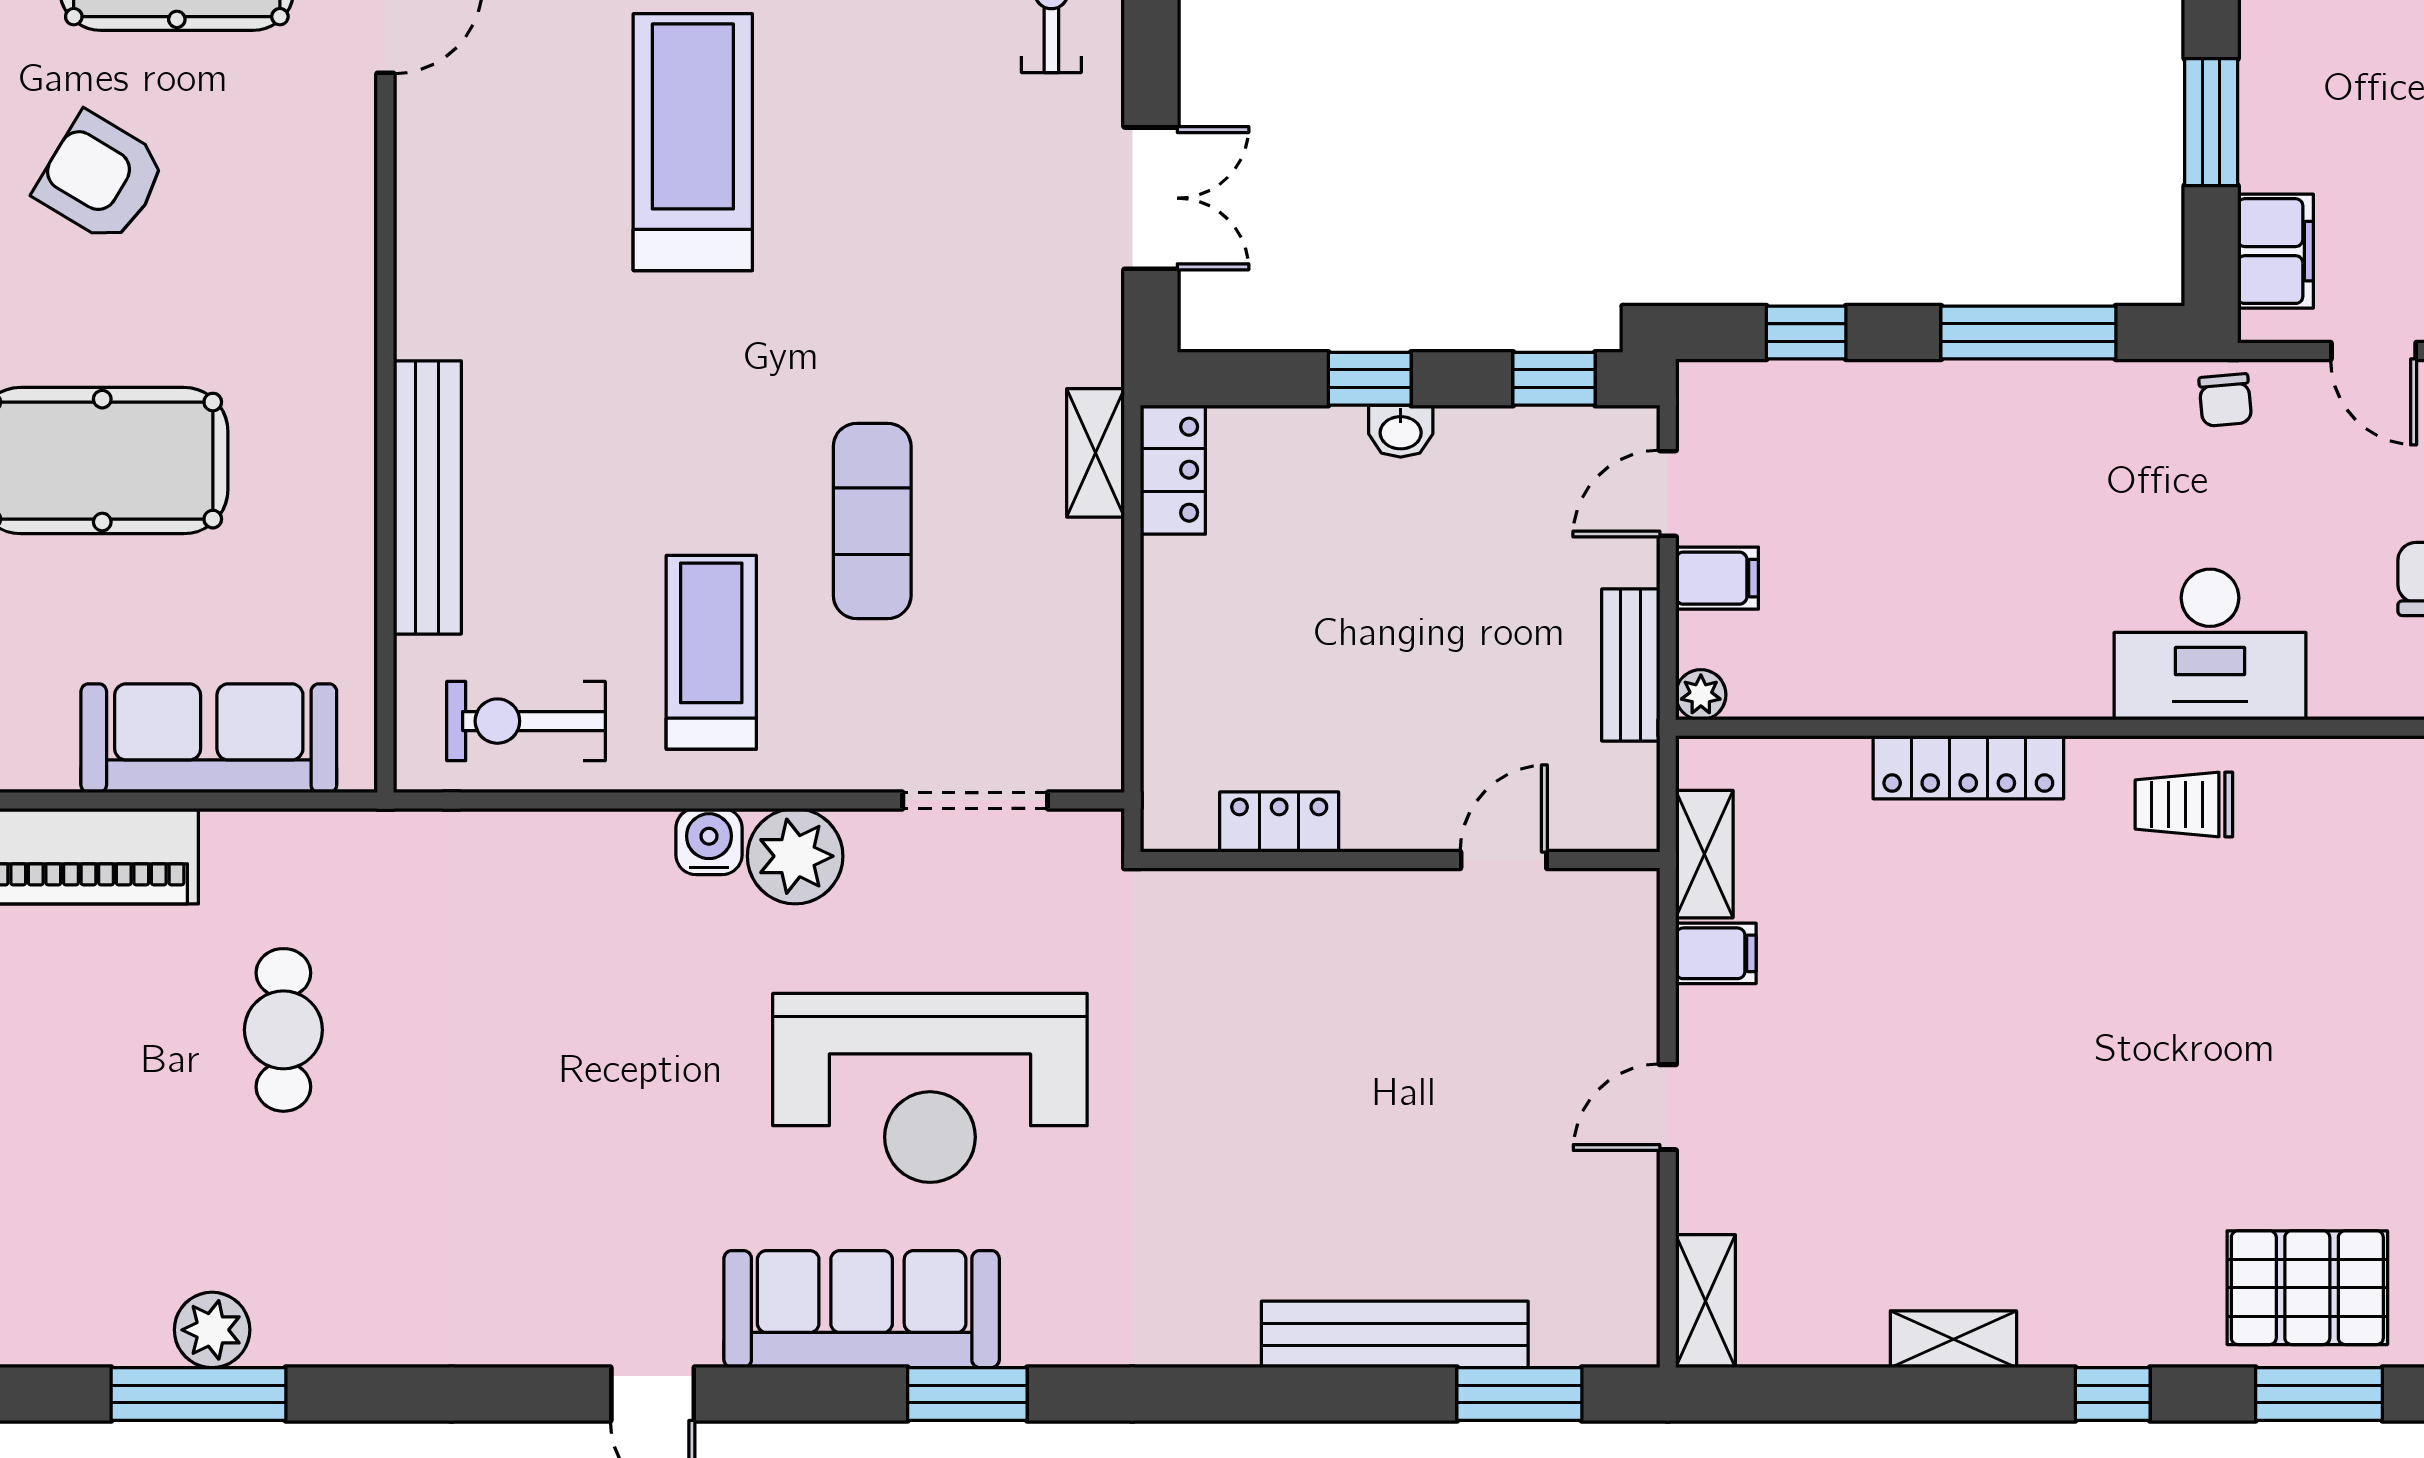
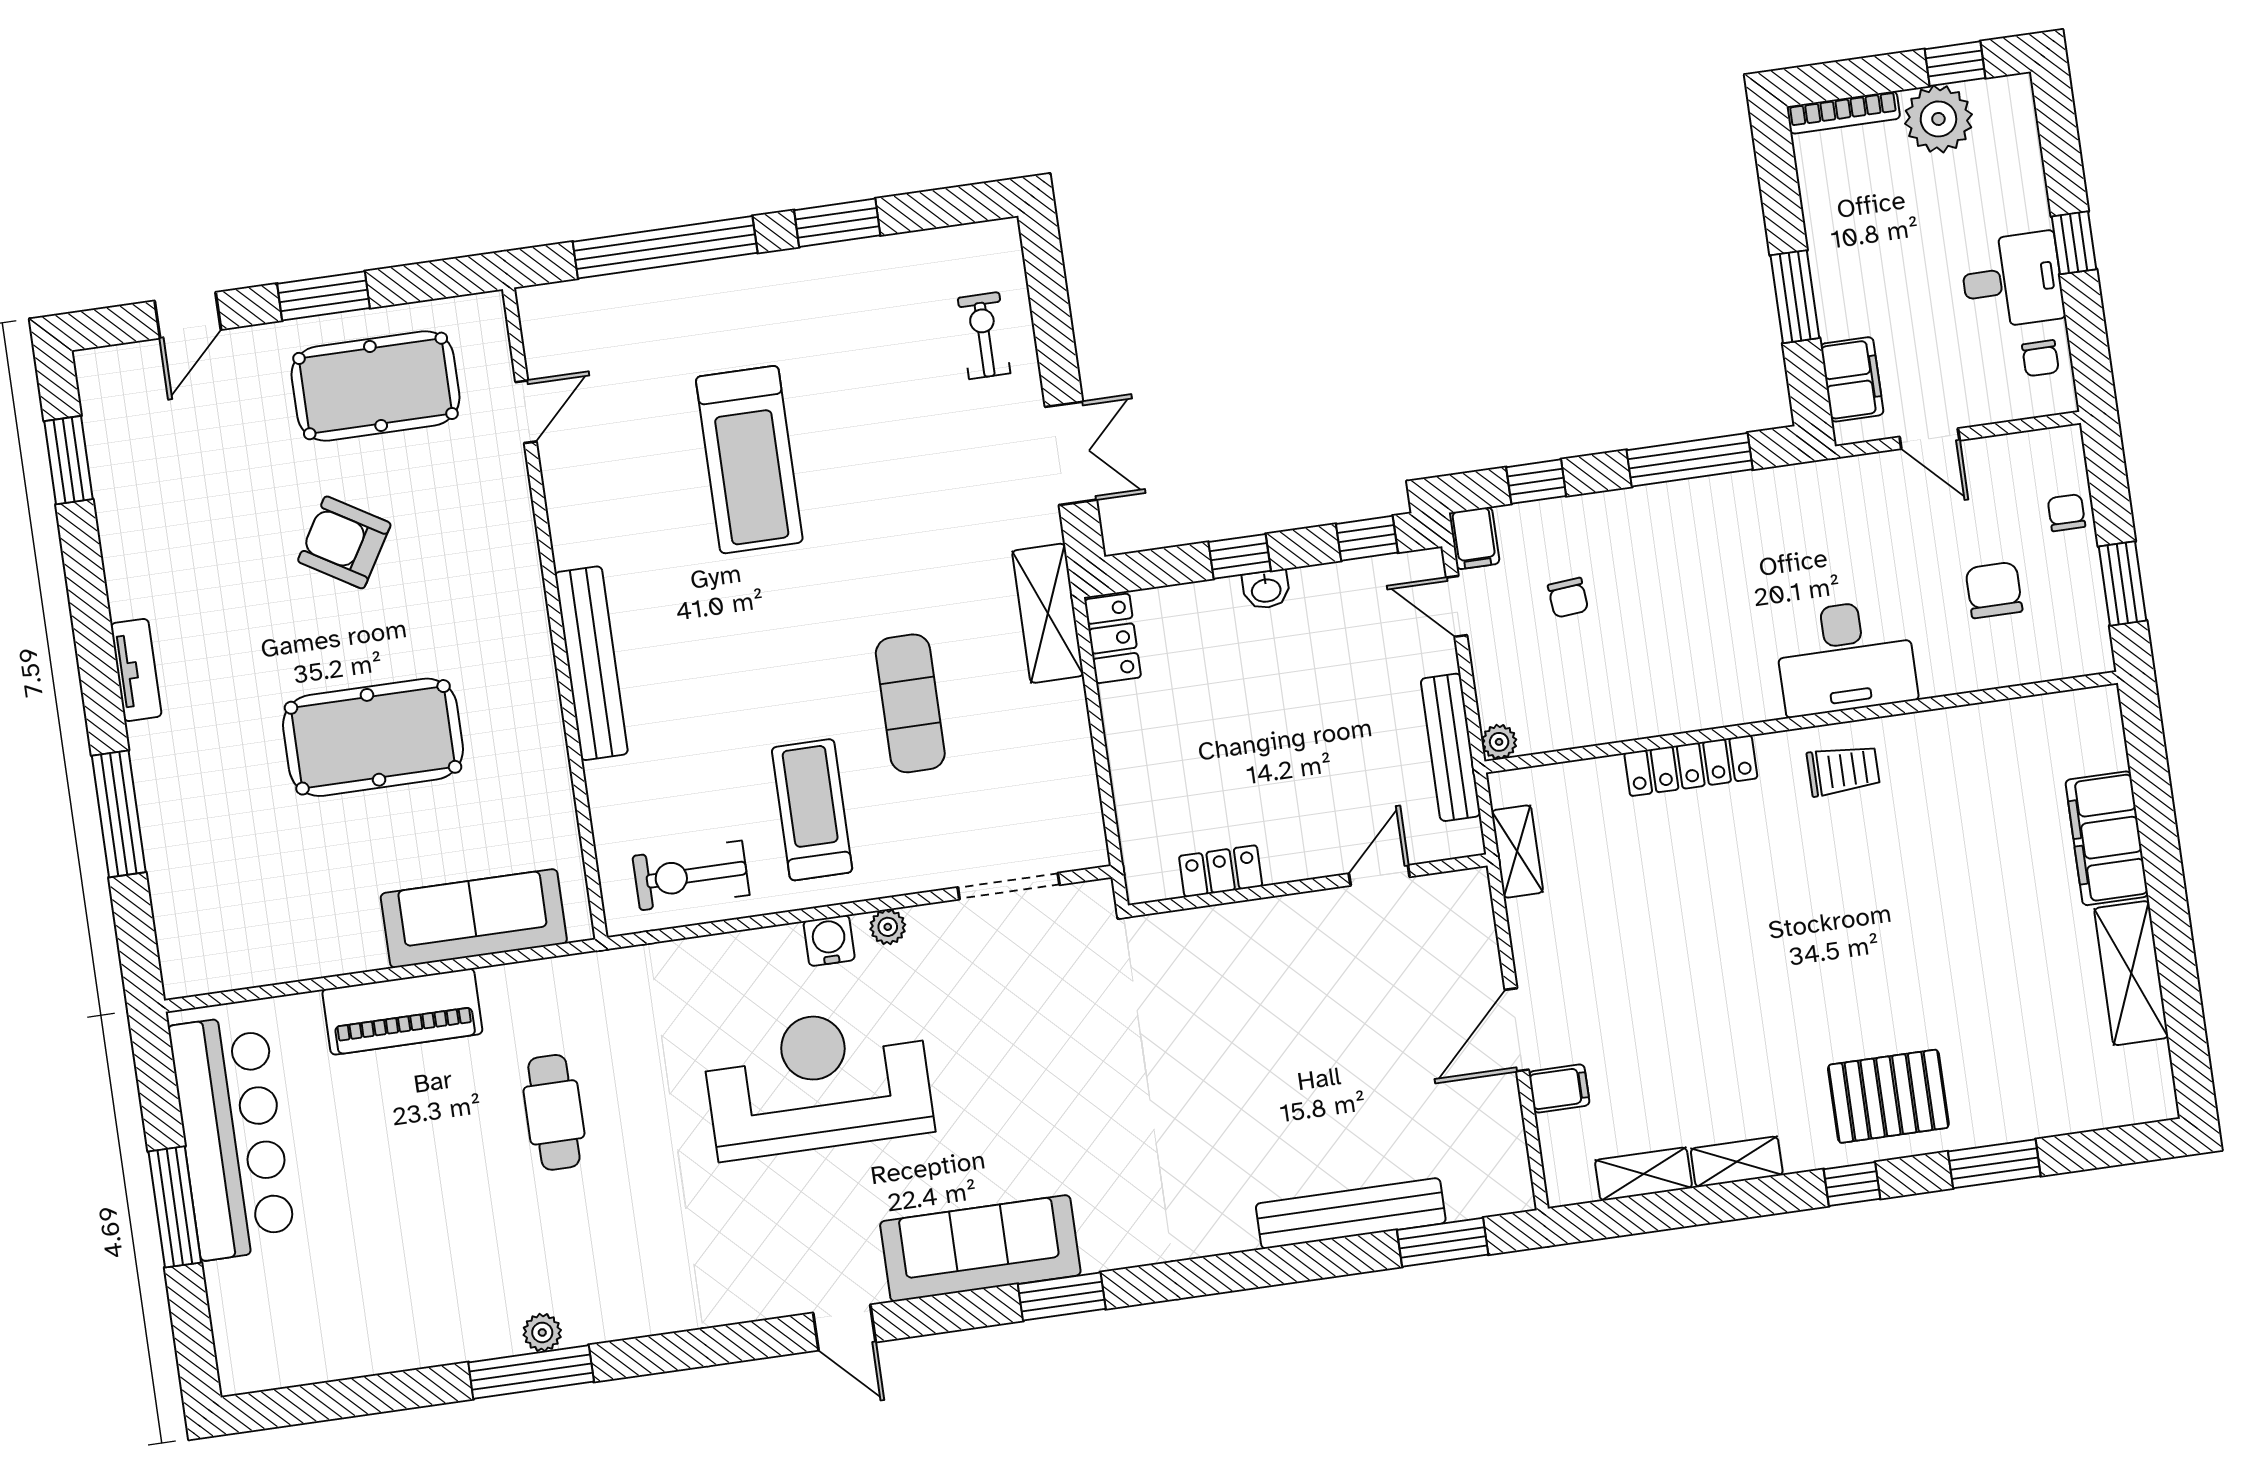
treadmill: (693, 142) -> (749, 460), turned 180
chair: (2225, 400) -> (1568, 598), moved
shelving: (1095, 453) -> (1048, 613), width x1.50, depth x1.33
door: (1668, 494) -> (1457, 606), hinge flipped
bench: (427, 497) -> (591, 663), moved
filing cabinet: (1717, 578) -> (1474, 538), moved, turned 90
bench: (1631, 665) -> (1451, 747), width x1.36
trolley: (2184, 805) -> (1843, 770), turned 180
plant: (795, 856) -> (888, 927), width x0.53, depth x0.53
filing cabinet: (1716, 953) -> (1559, 1088), moved
reception desk: (930, 1088) -> (818, 1082), moved, turned 180
door: (1668, 1107) -> (1517, 1030), width x1.38
pallet: (2307, 1288) -> (1888, 1096), moved
shelving: (1706, 1301) -> (1643, 1174), moved, turned 90
plant: (212, 1330) -> (542, 1332), width x0.73, depth x0.73

